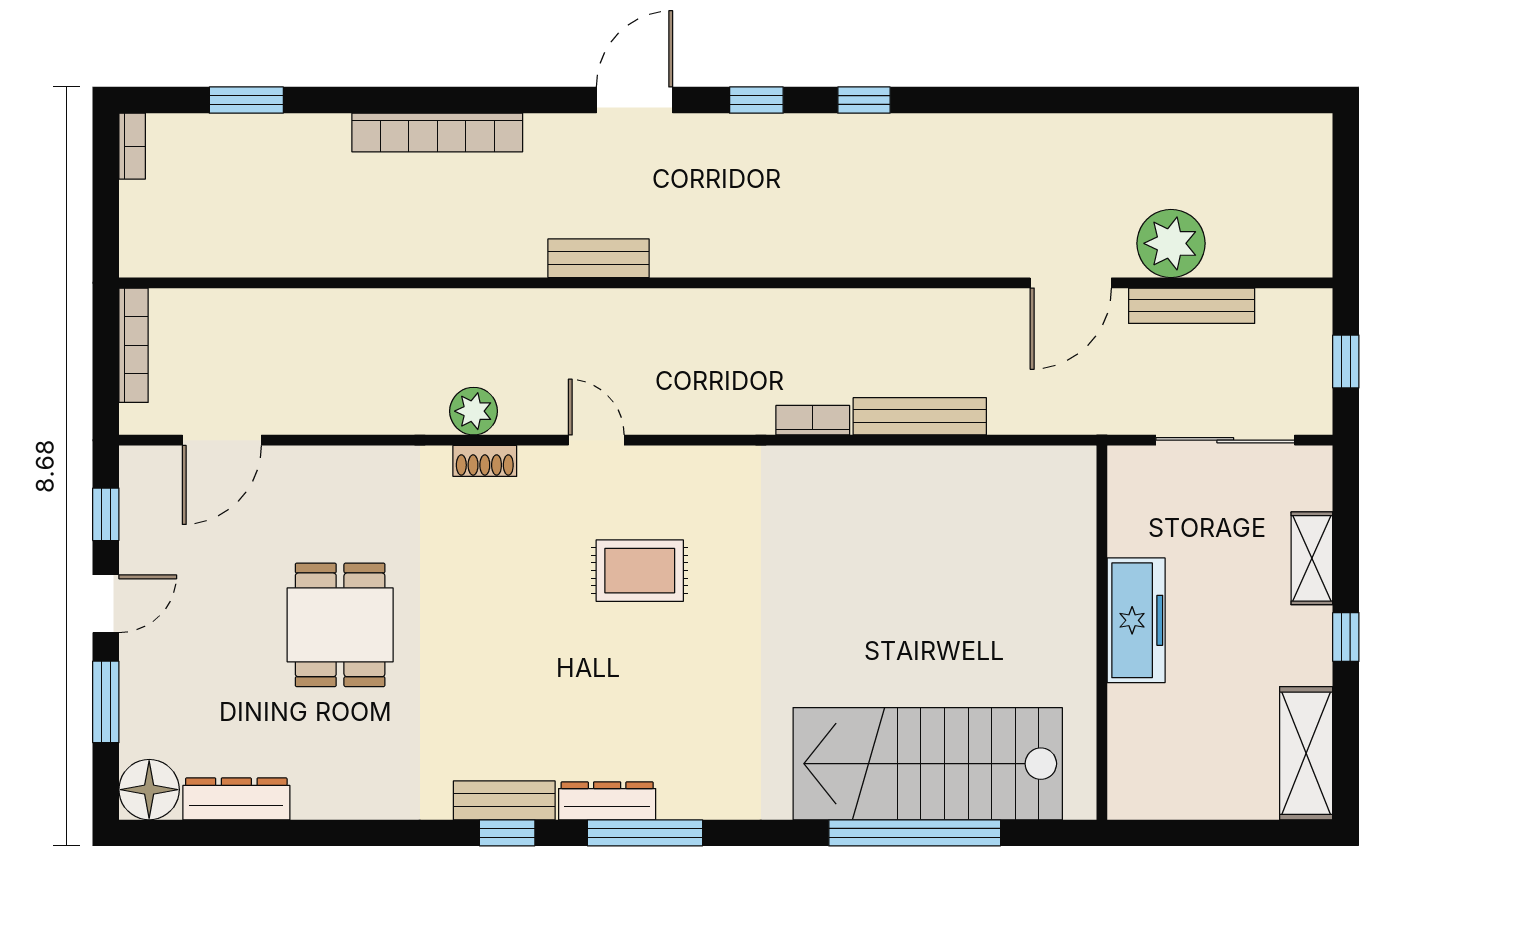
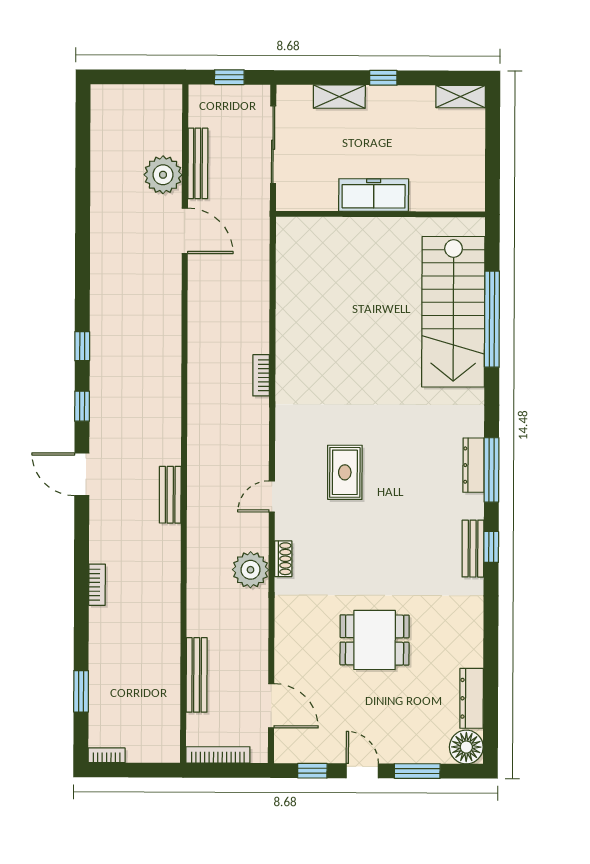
bookcase: (437, 133) -> (97, 585), width x0.43, depth x0.76
plant: (474, 411) -> (251, 570), width x1.36, depth x1.36
bench: (920, 416) -> (197, 675), moved
shelving: (1306, 753) -> (461, 97), width x0.67, depth x0.75
dresser: (607, 801) -> (474, 465), moved

